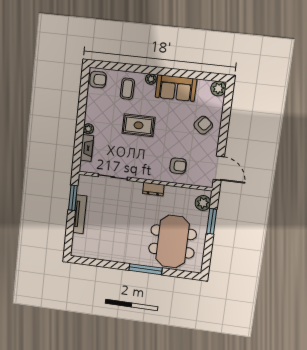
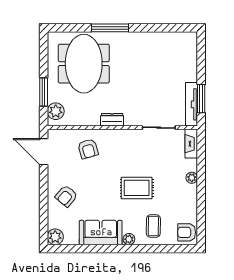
fireplace: (87, 148) -> (191, 144), moved
armchair: (178, 166) -> (88, 149), turned -106
tv unit: (80, 214) -> (192, 104), moved

